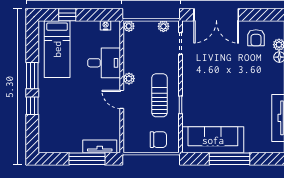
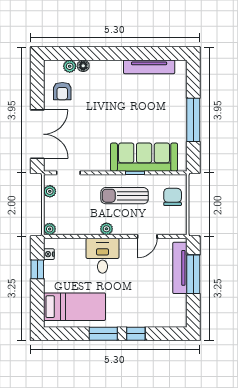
window: (67, 15) -> (37, 269), moved
armchair: (256, 38) -> (62, 91), turned 90
desk: (104, 63) -> (102, 256), moved
door: (122, 99) -> (147, 237), moved
sofa: (213, 140) -> (144, 157), moved, turned 90
tv unit: (100, 146) -> (180, 268), width x1.41

